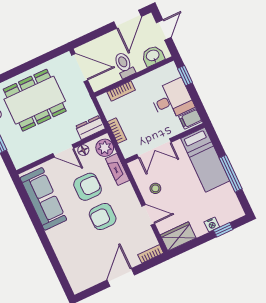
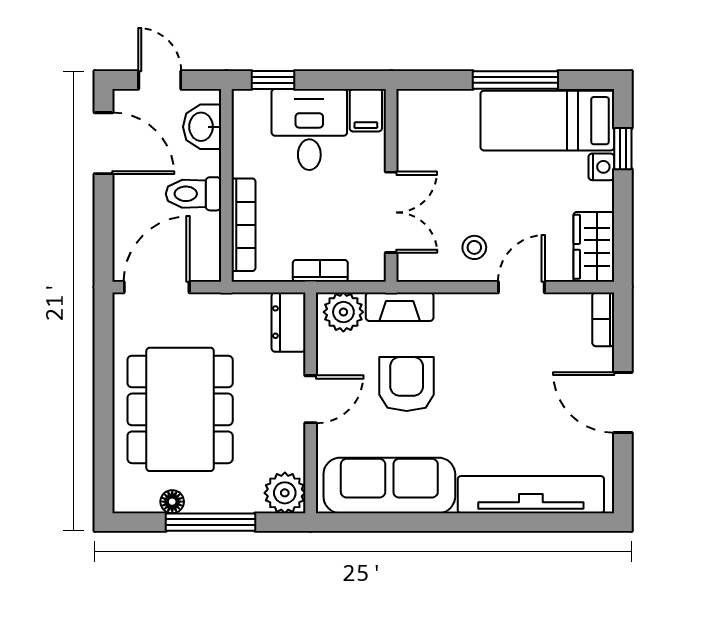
bookcase: (121, 91) -> (243, 225), width x1.56
floor lamp: (83, 150) -> (328, 358), removed
plant: (21, 158) -> (285, 493), added
bed: (205, 160) -> (547, 121), moved, turned 180
armchair: (103, 216) -> (481, 382), removed
tv unit: (66, 258) -> (531, 495), added

